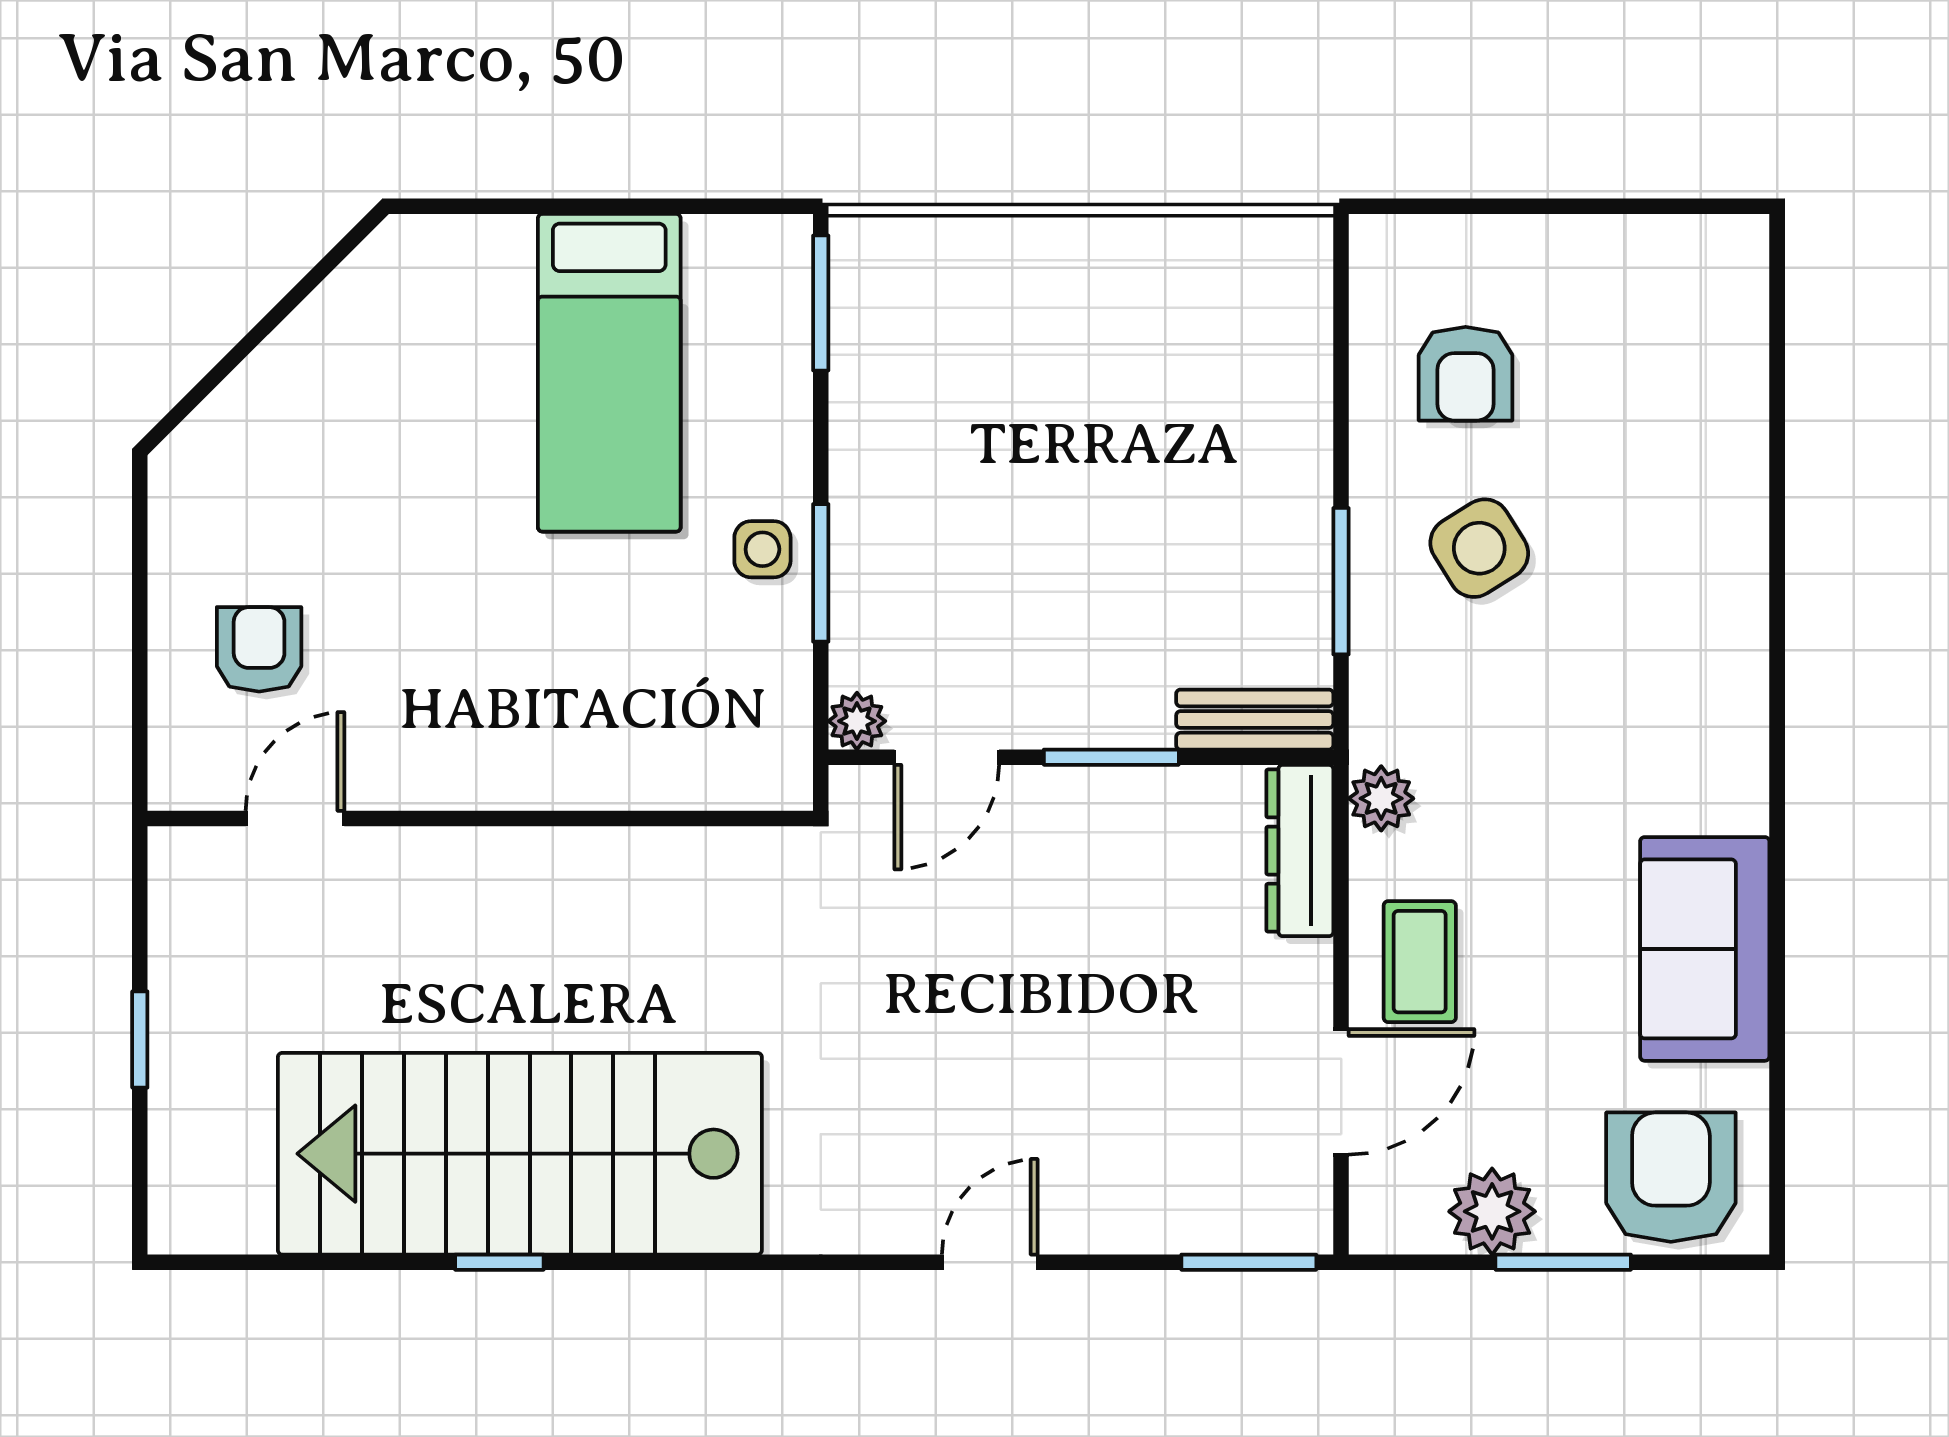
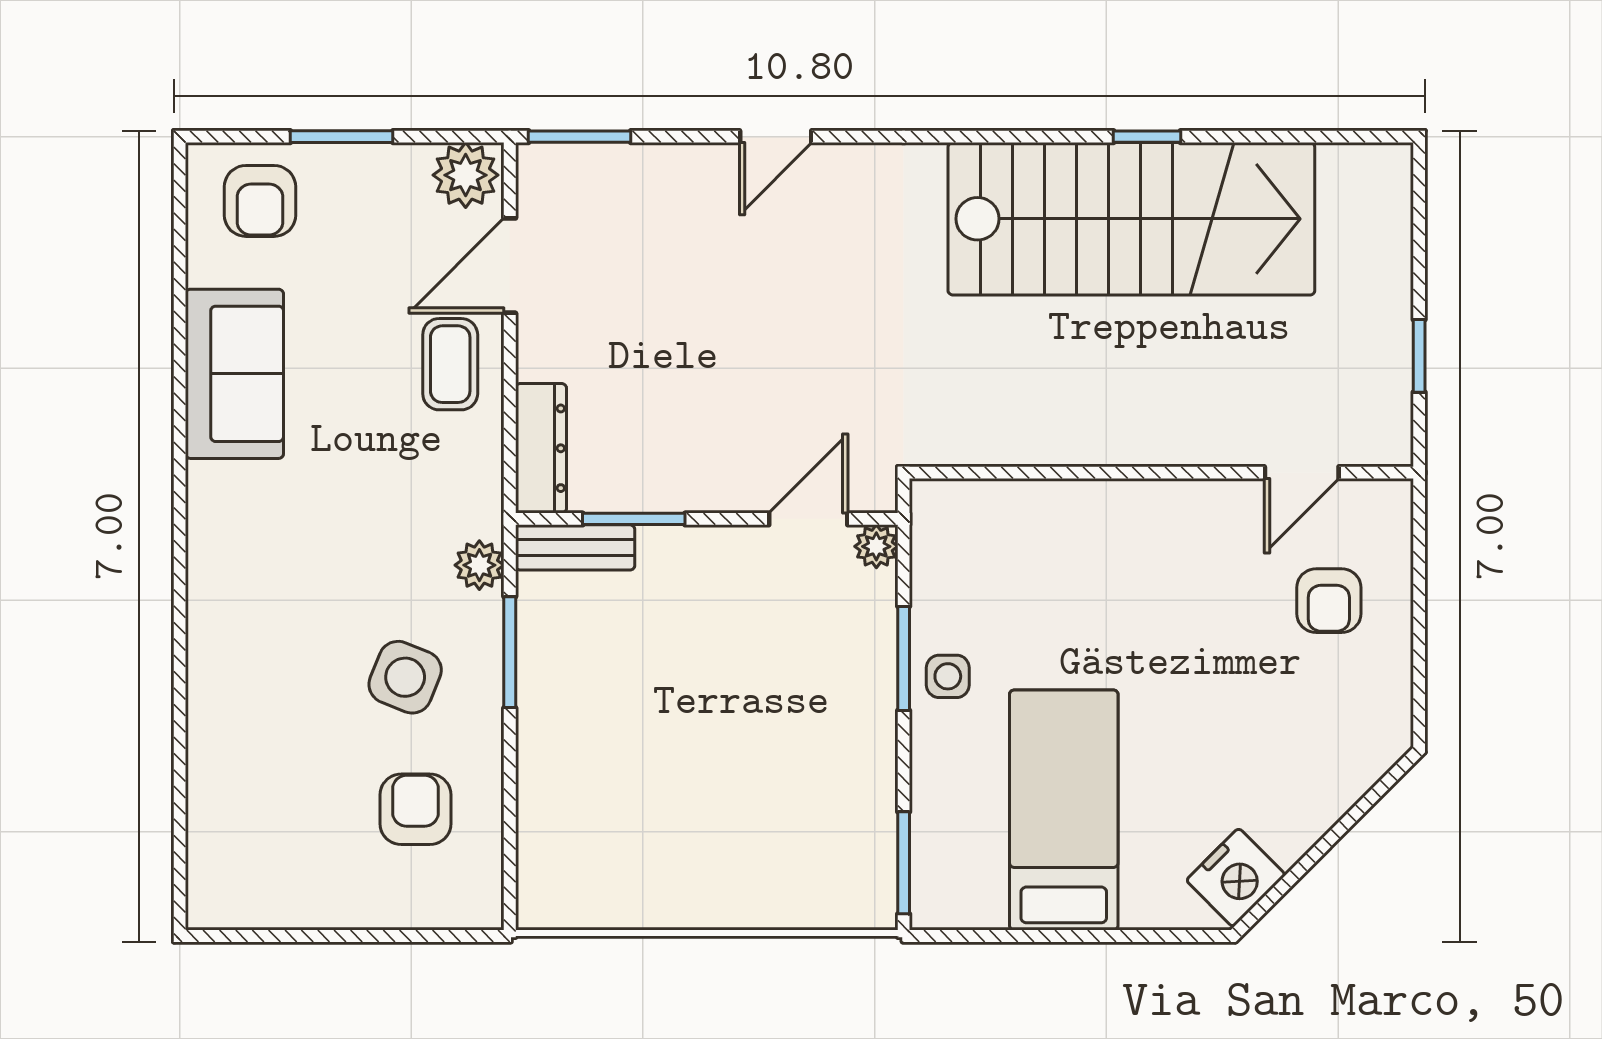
nightstand: (382, 283) -> (1236, 878), added
side table: (1479, 548) -> (405, 677), turned -36
window: (1111, 757) -> (634, 519), moved
plant: (1381, 798) -> (479, 565), moved
window: (140, 1040) -> (1419, 356), moved
armchair: (1671, 1177) -> (260, 201), width x0.72, depth x0.72
plant: (1492, 1211) -> (466, 175), moved

